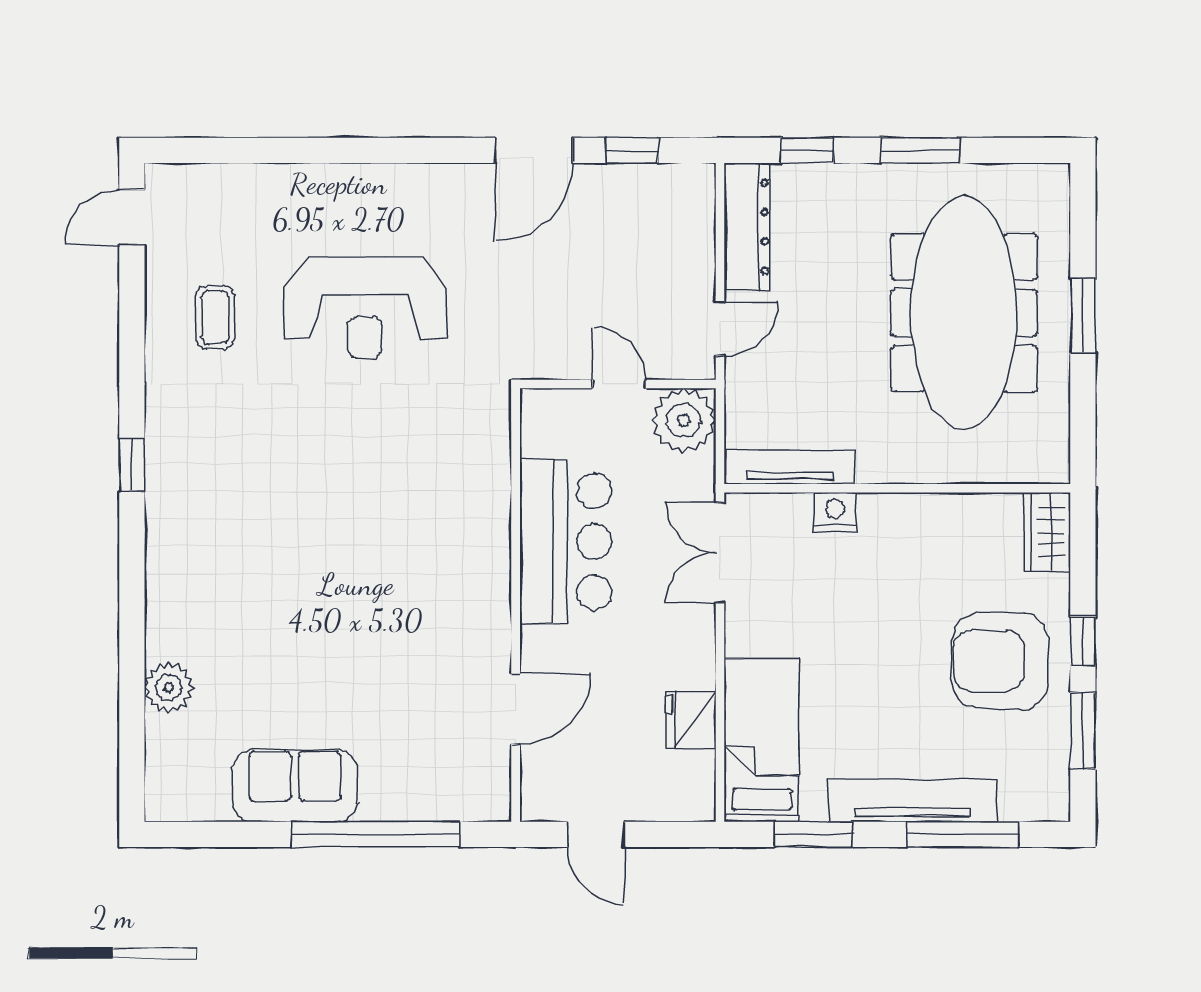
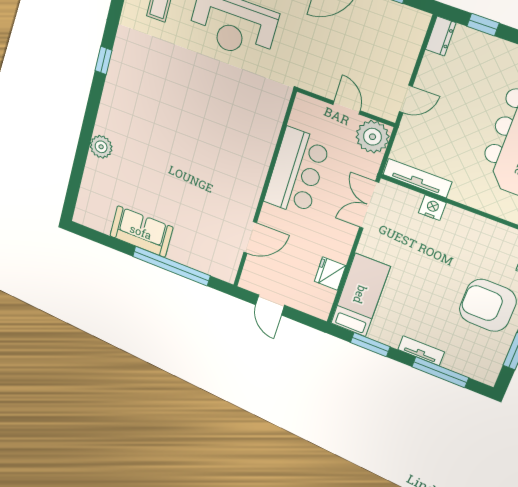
dresser: (747, 227) -> (441, 36), width x0.51, depth x0.80
plant: (169, 688) -> (101, 147), moved
tv unit: (913, 800) -> (421, 351), width x0.52, depth x0.78

